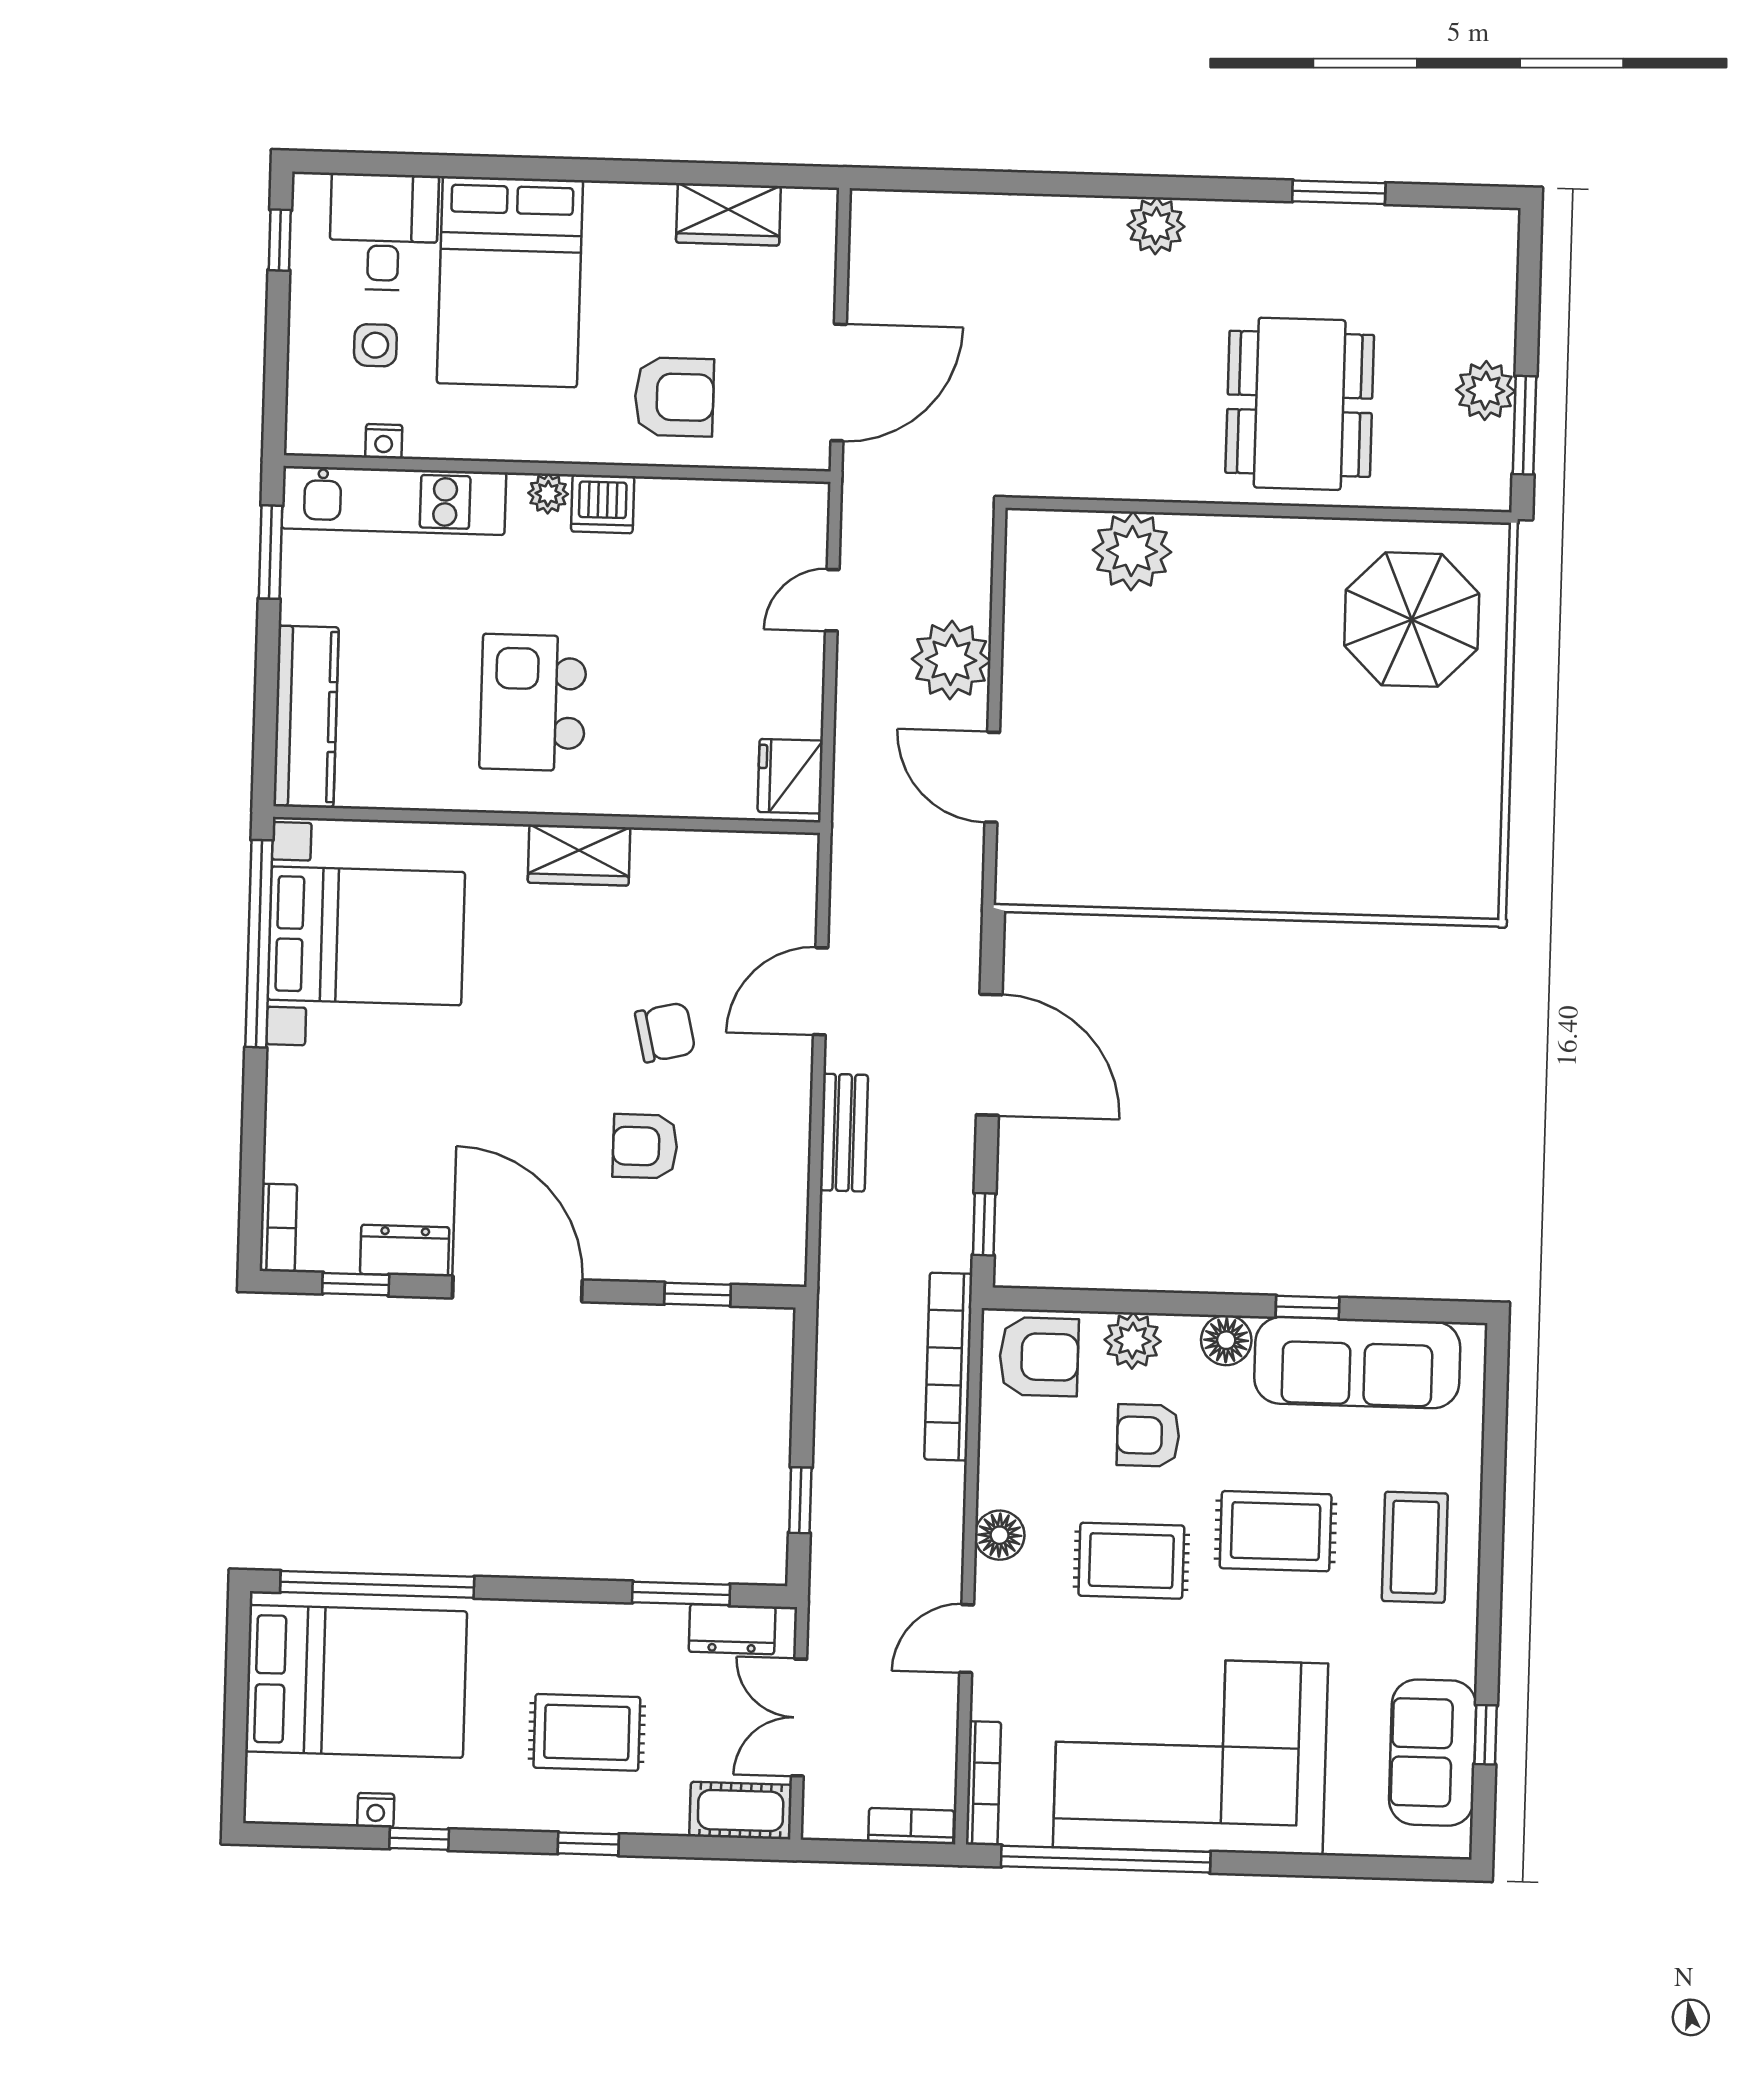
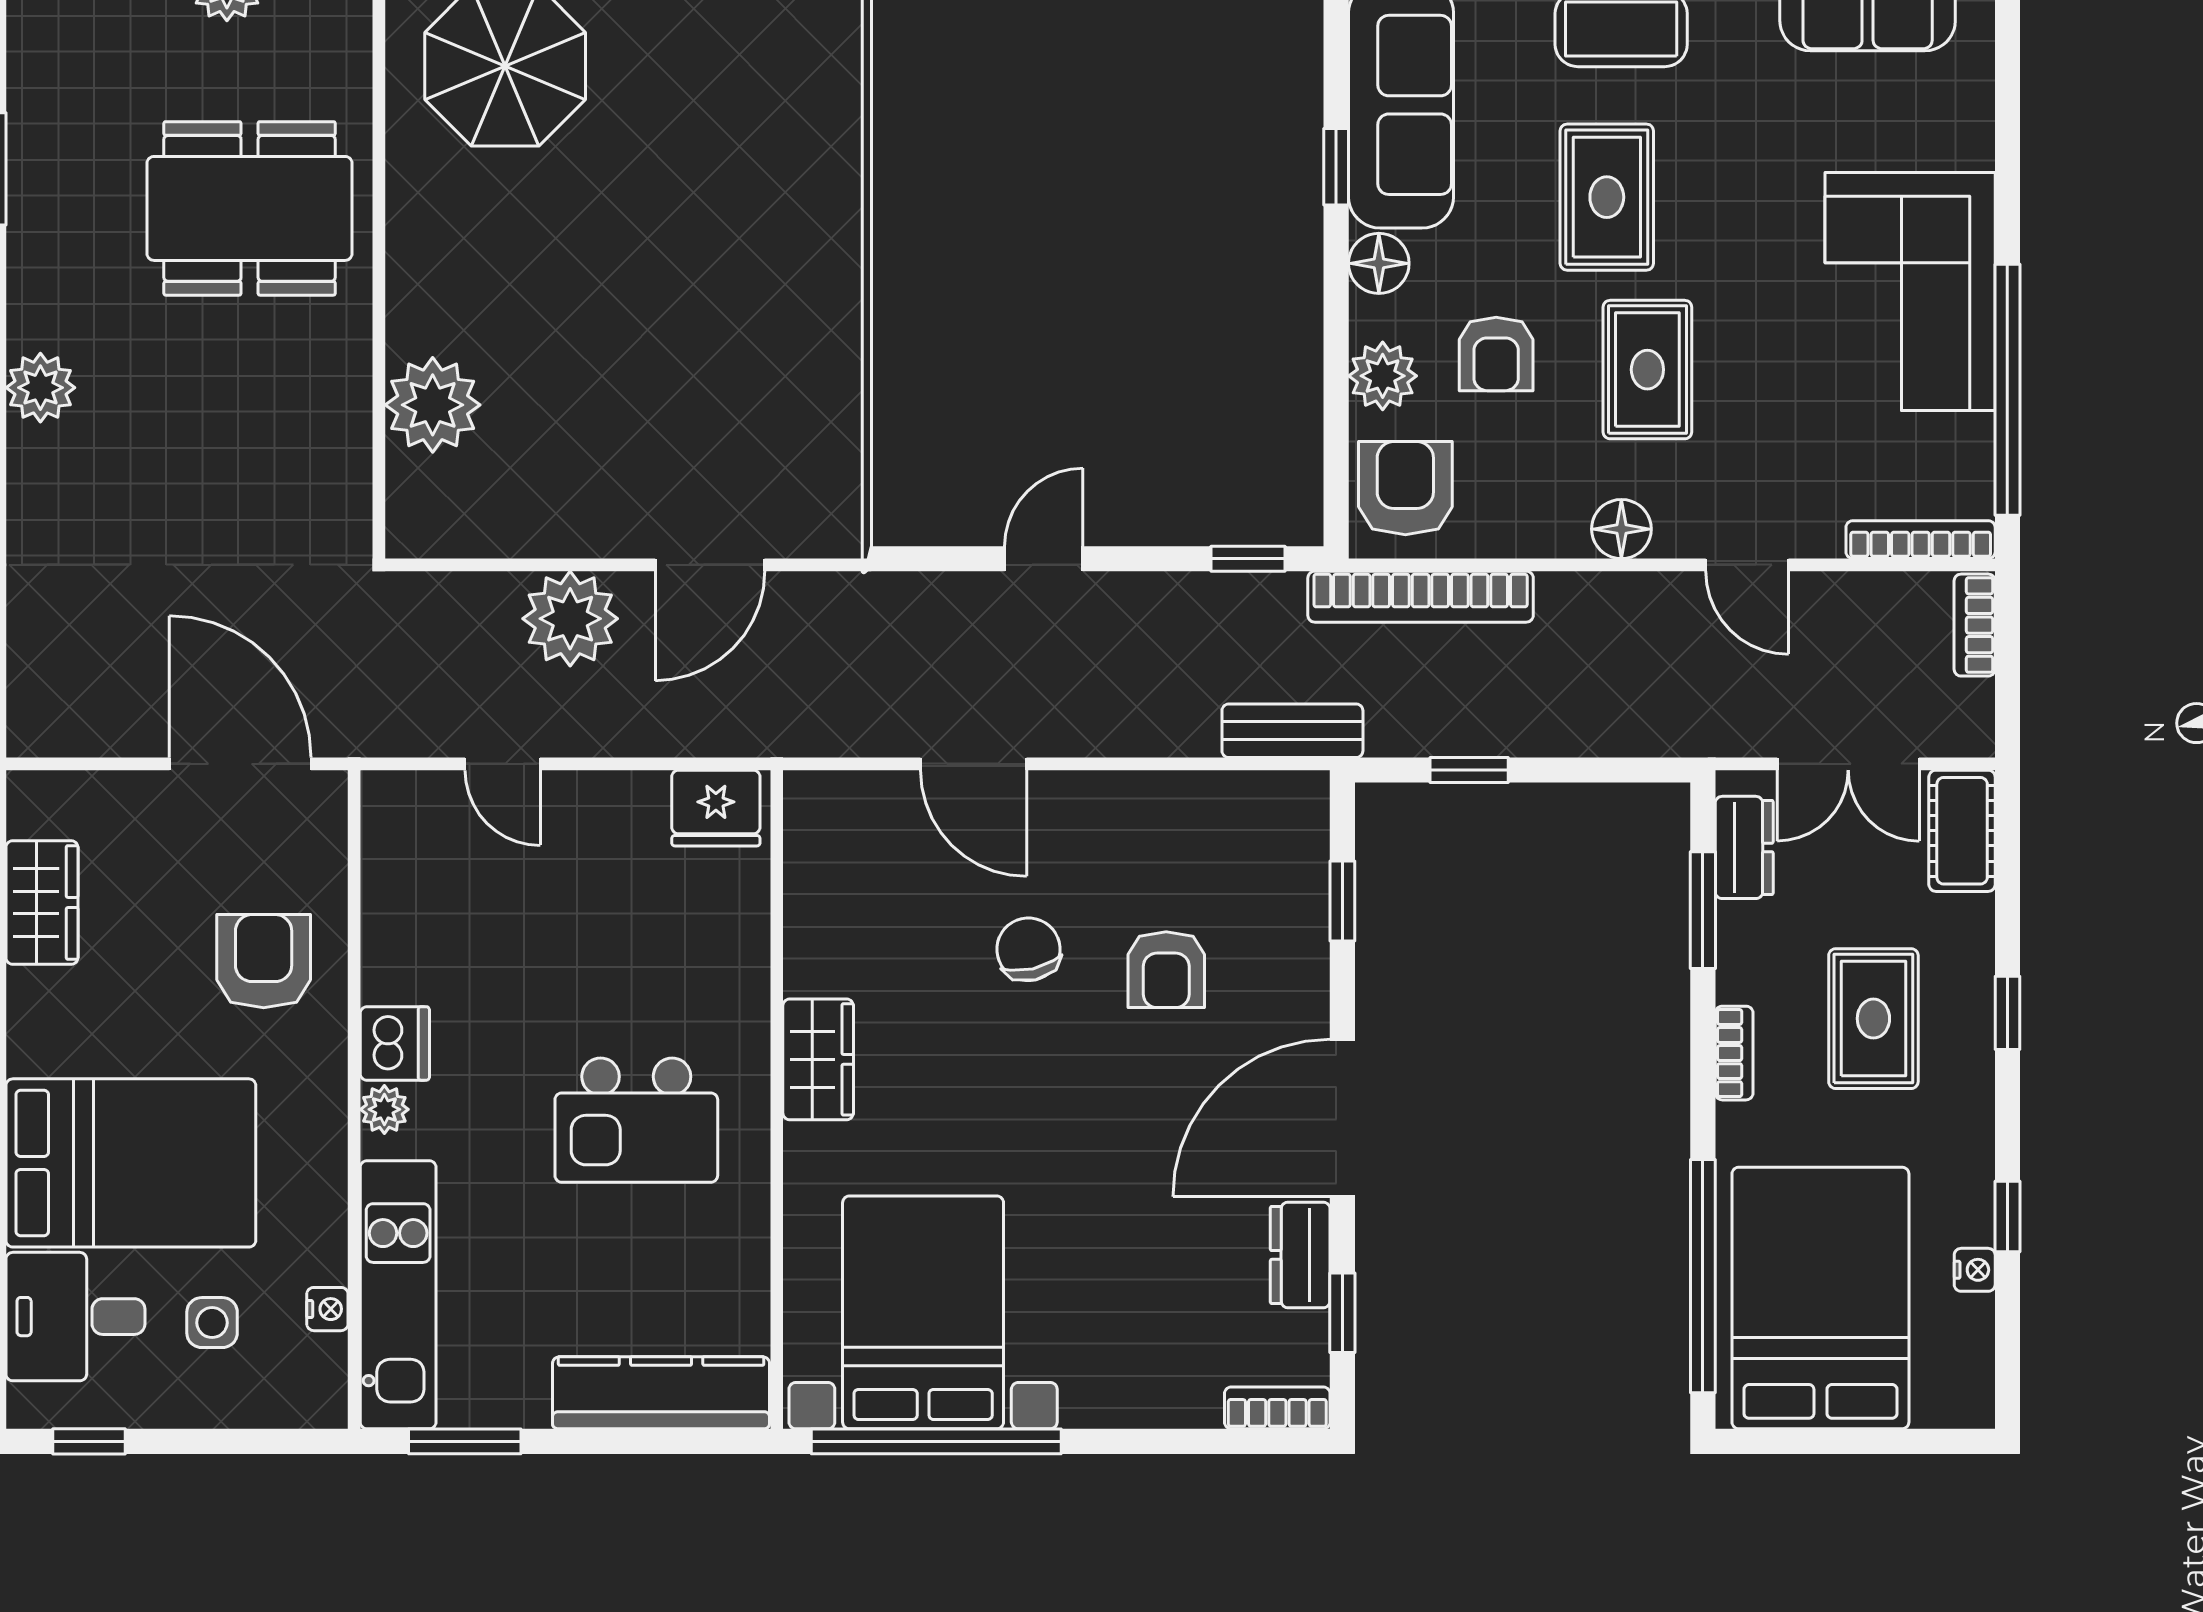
door: (989, 1055) -> (1044, 559), width x0.53
bench: (844, 1133) -> (1292, 731), moved
window: (800, 1500) -> (1469, 770), moved
bookcase: (562, 1616) -> (1734, 1053), added
corner sofa: (1190, 1755) -> (1910, 291), width x0.73, depth x0.74

